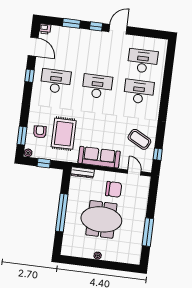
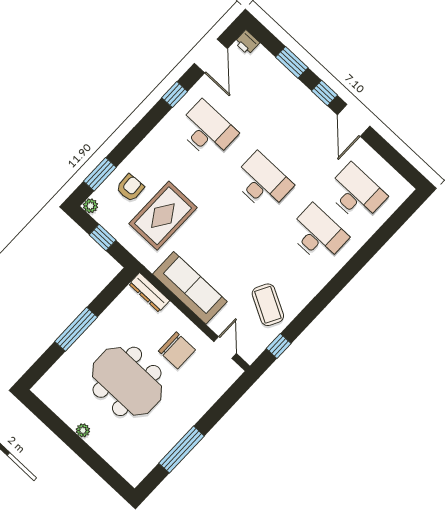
door: (118, 29) -> (354, 120), swing flipped
window: (62, 213) -> (76, 329), width x0.68

